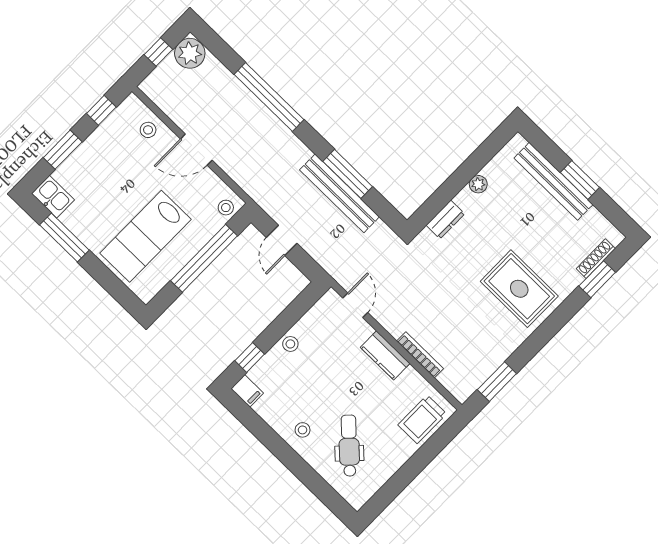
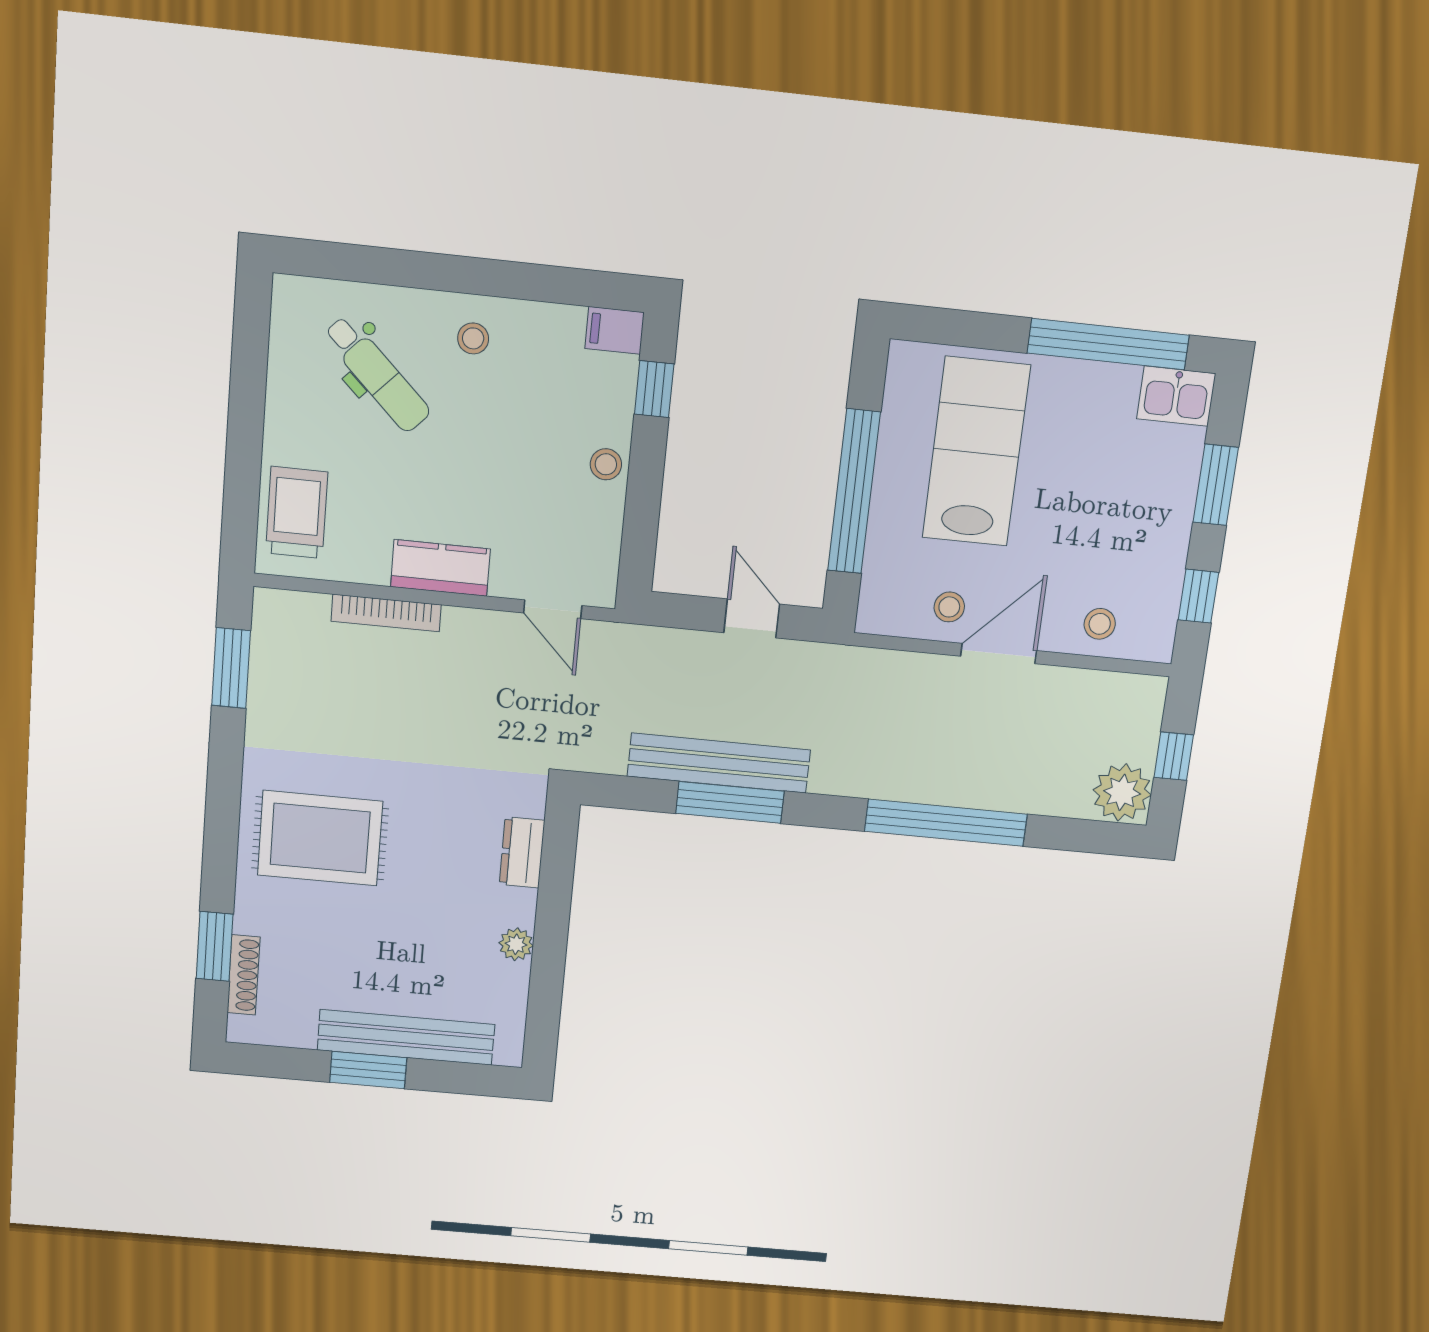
stool: (226, 208) -> (949, 607), moved
window: (64, 238) -> (1108, 344), width x1.46

